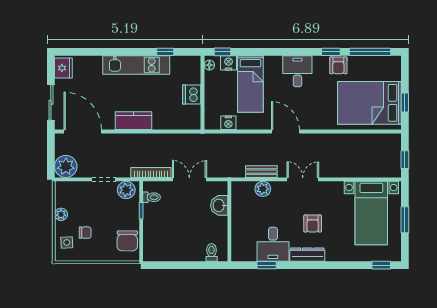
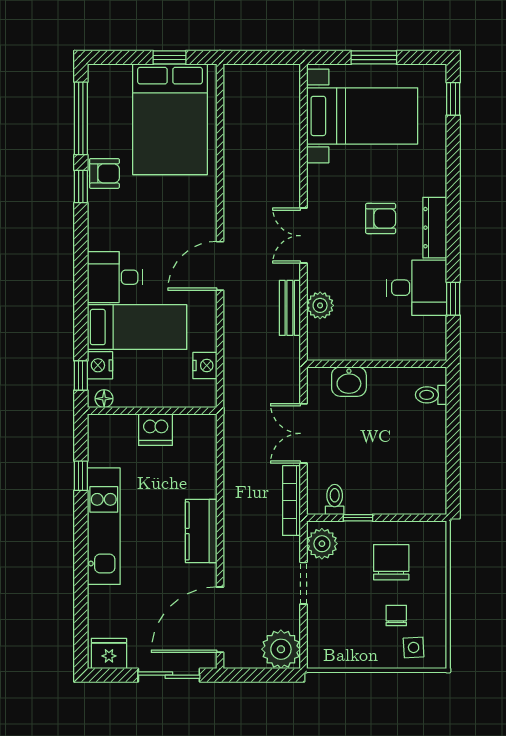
desk: (297, 71) -> (115, 277), moved
window: (405, 160) -> (269, 57), removed
plant: (61, 214) -> (364, 658), removed
chair: (127, 241) -> (391, 562), moved, turned -91

